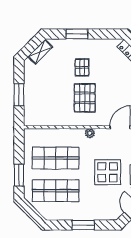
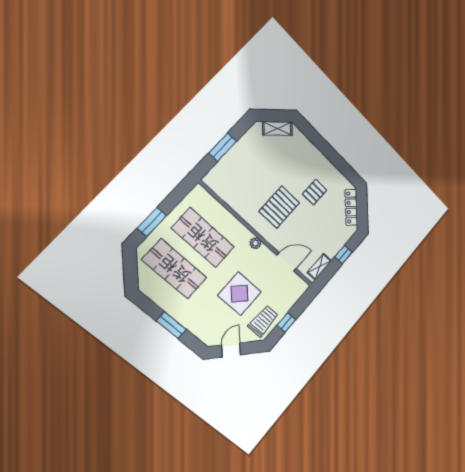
window: (77, 34) -> (322, 145), removed
pallet: (82, 67) -> (315, 192), moved

